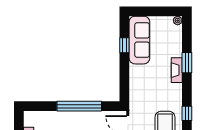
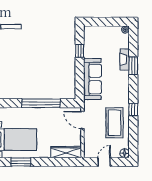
sofa: (139, 40) -> (92, 79), moved
fireplace: (177, 70) -> (125, 59), moved

